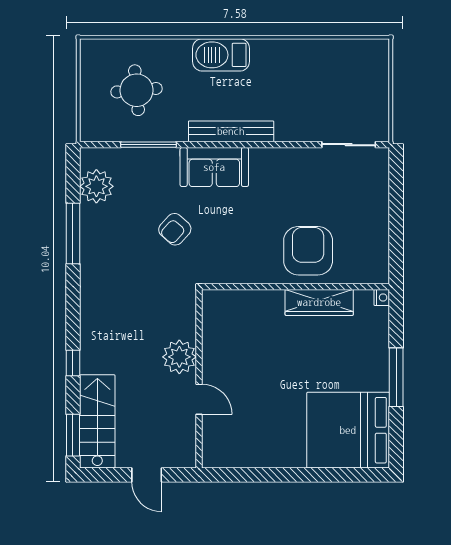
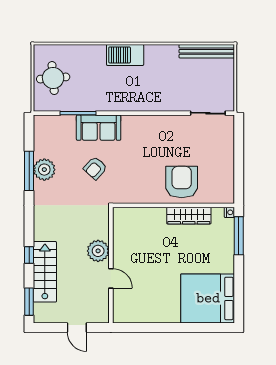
round table: (136, 90) -> (53, 78), moved
bench: (231, 131) -> (207, 51), moved
sofa: (214, 167) -> (99, 128), moved
plant: (96, 186) -> (44, 170), moved
window: (396, 377) -> (239, 236), moved
stairs: (97, 421) -> (45, 272), moved

